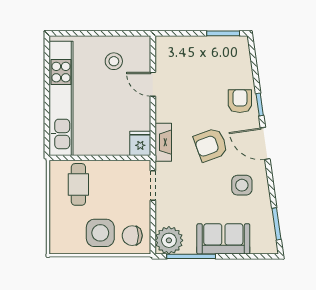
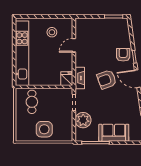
door: (153, 84) -> (74, 45), hinge flipped
side table: (242, 185) -> (124, 102), removed
chair: (132, 236) -> (62, 131), removed
plant: (169, 240) -> (83, 120), moved

